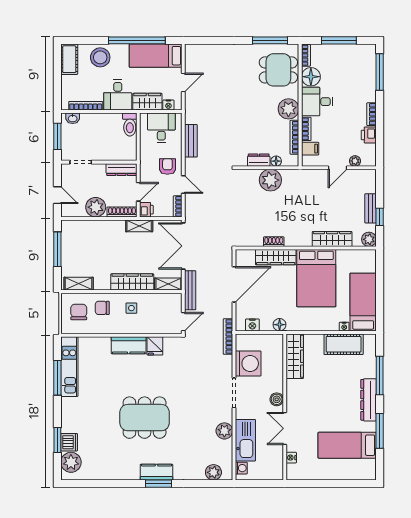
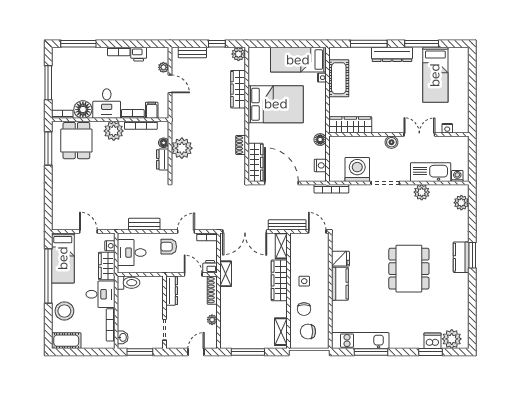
plant: (96, 207) -> (212, 320), width x0.53, depth x0.53
bench: (371, 208) -> (192, 52), moved
wardrobe: (276, 257) -> (256, 162), moved
double door: (285, 428) -> (419, 135), swing flipped

